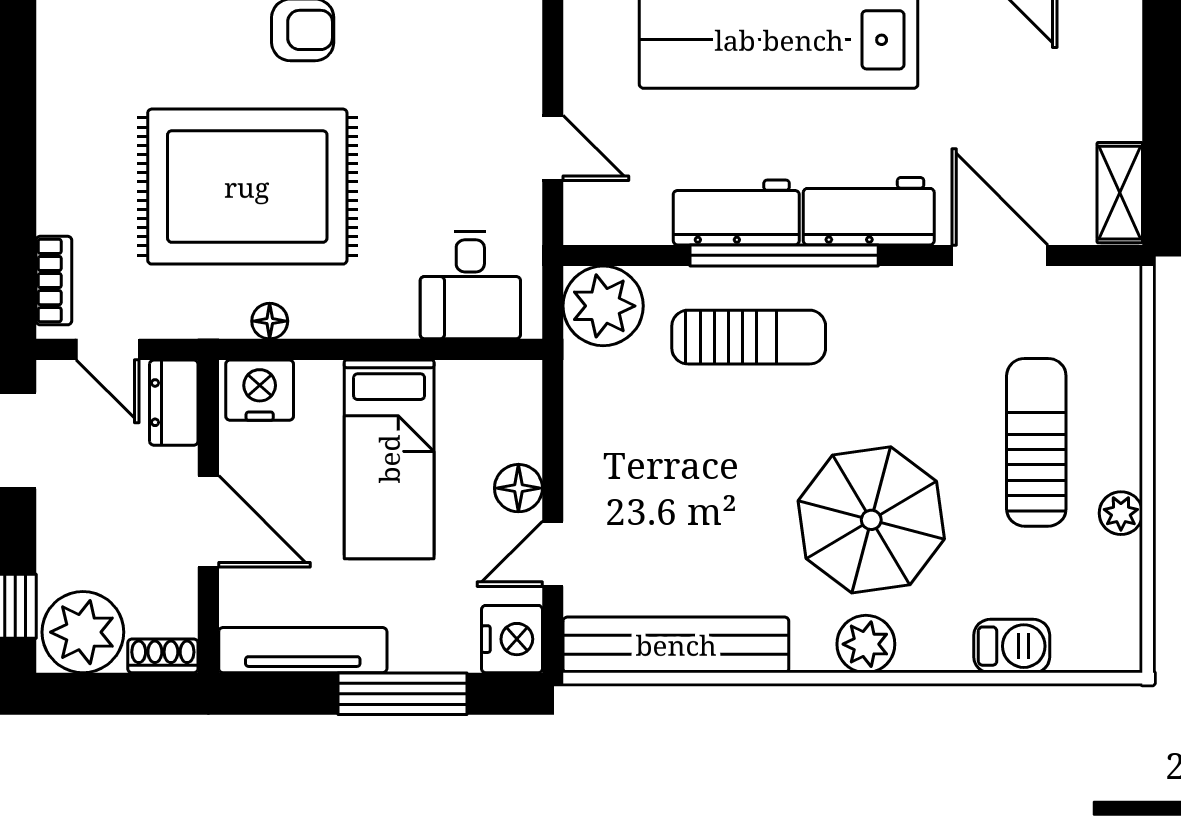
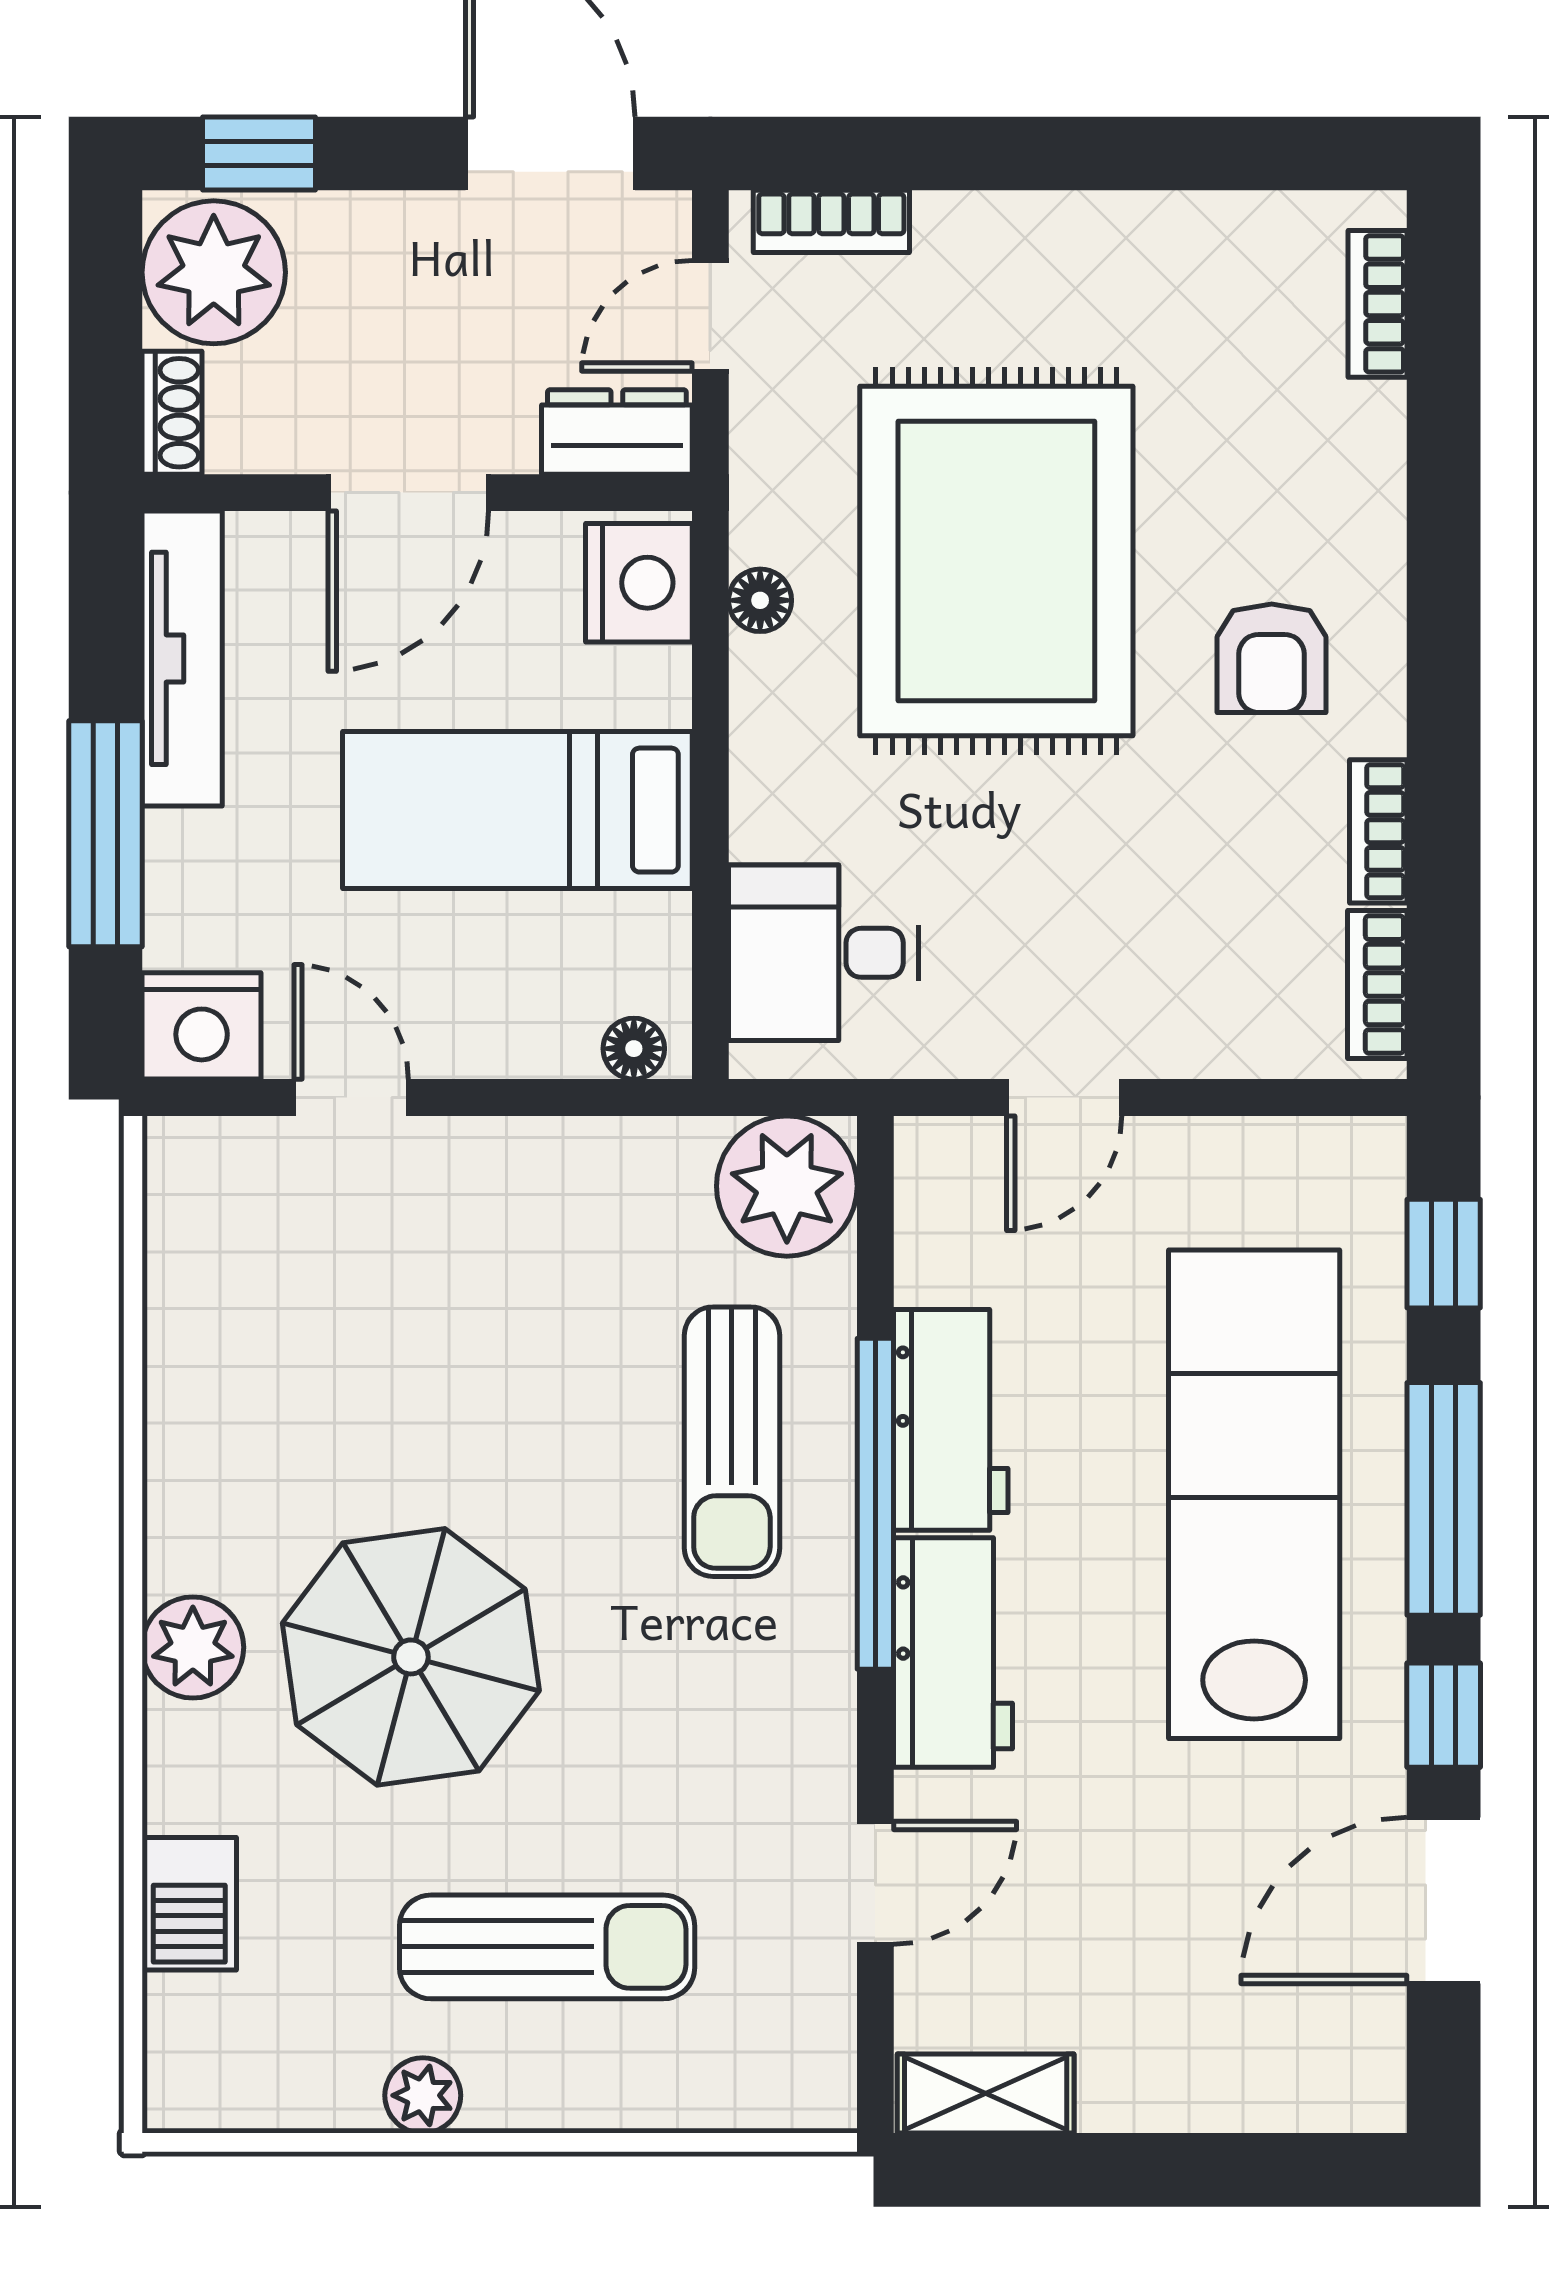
door: (1000, 255) -> (875, 1883), width x0.73
floor lamp: (518, 488) -> (634, 1049), moved, width x0.73, depth x0.73
bench: (676, 645) -> (191, 1314), removed

